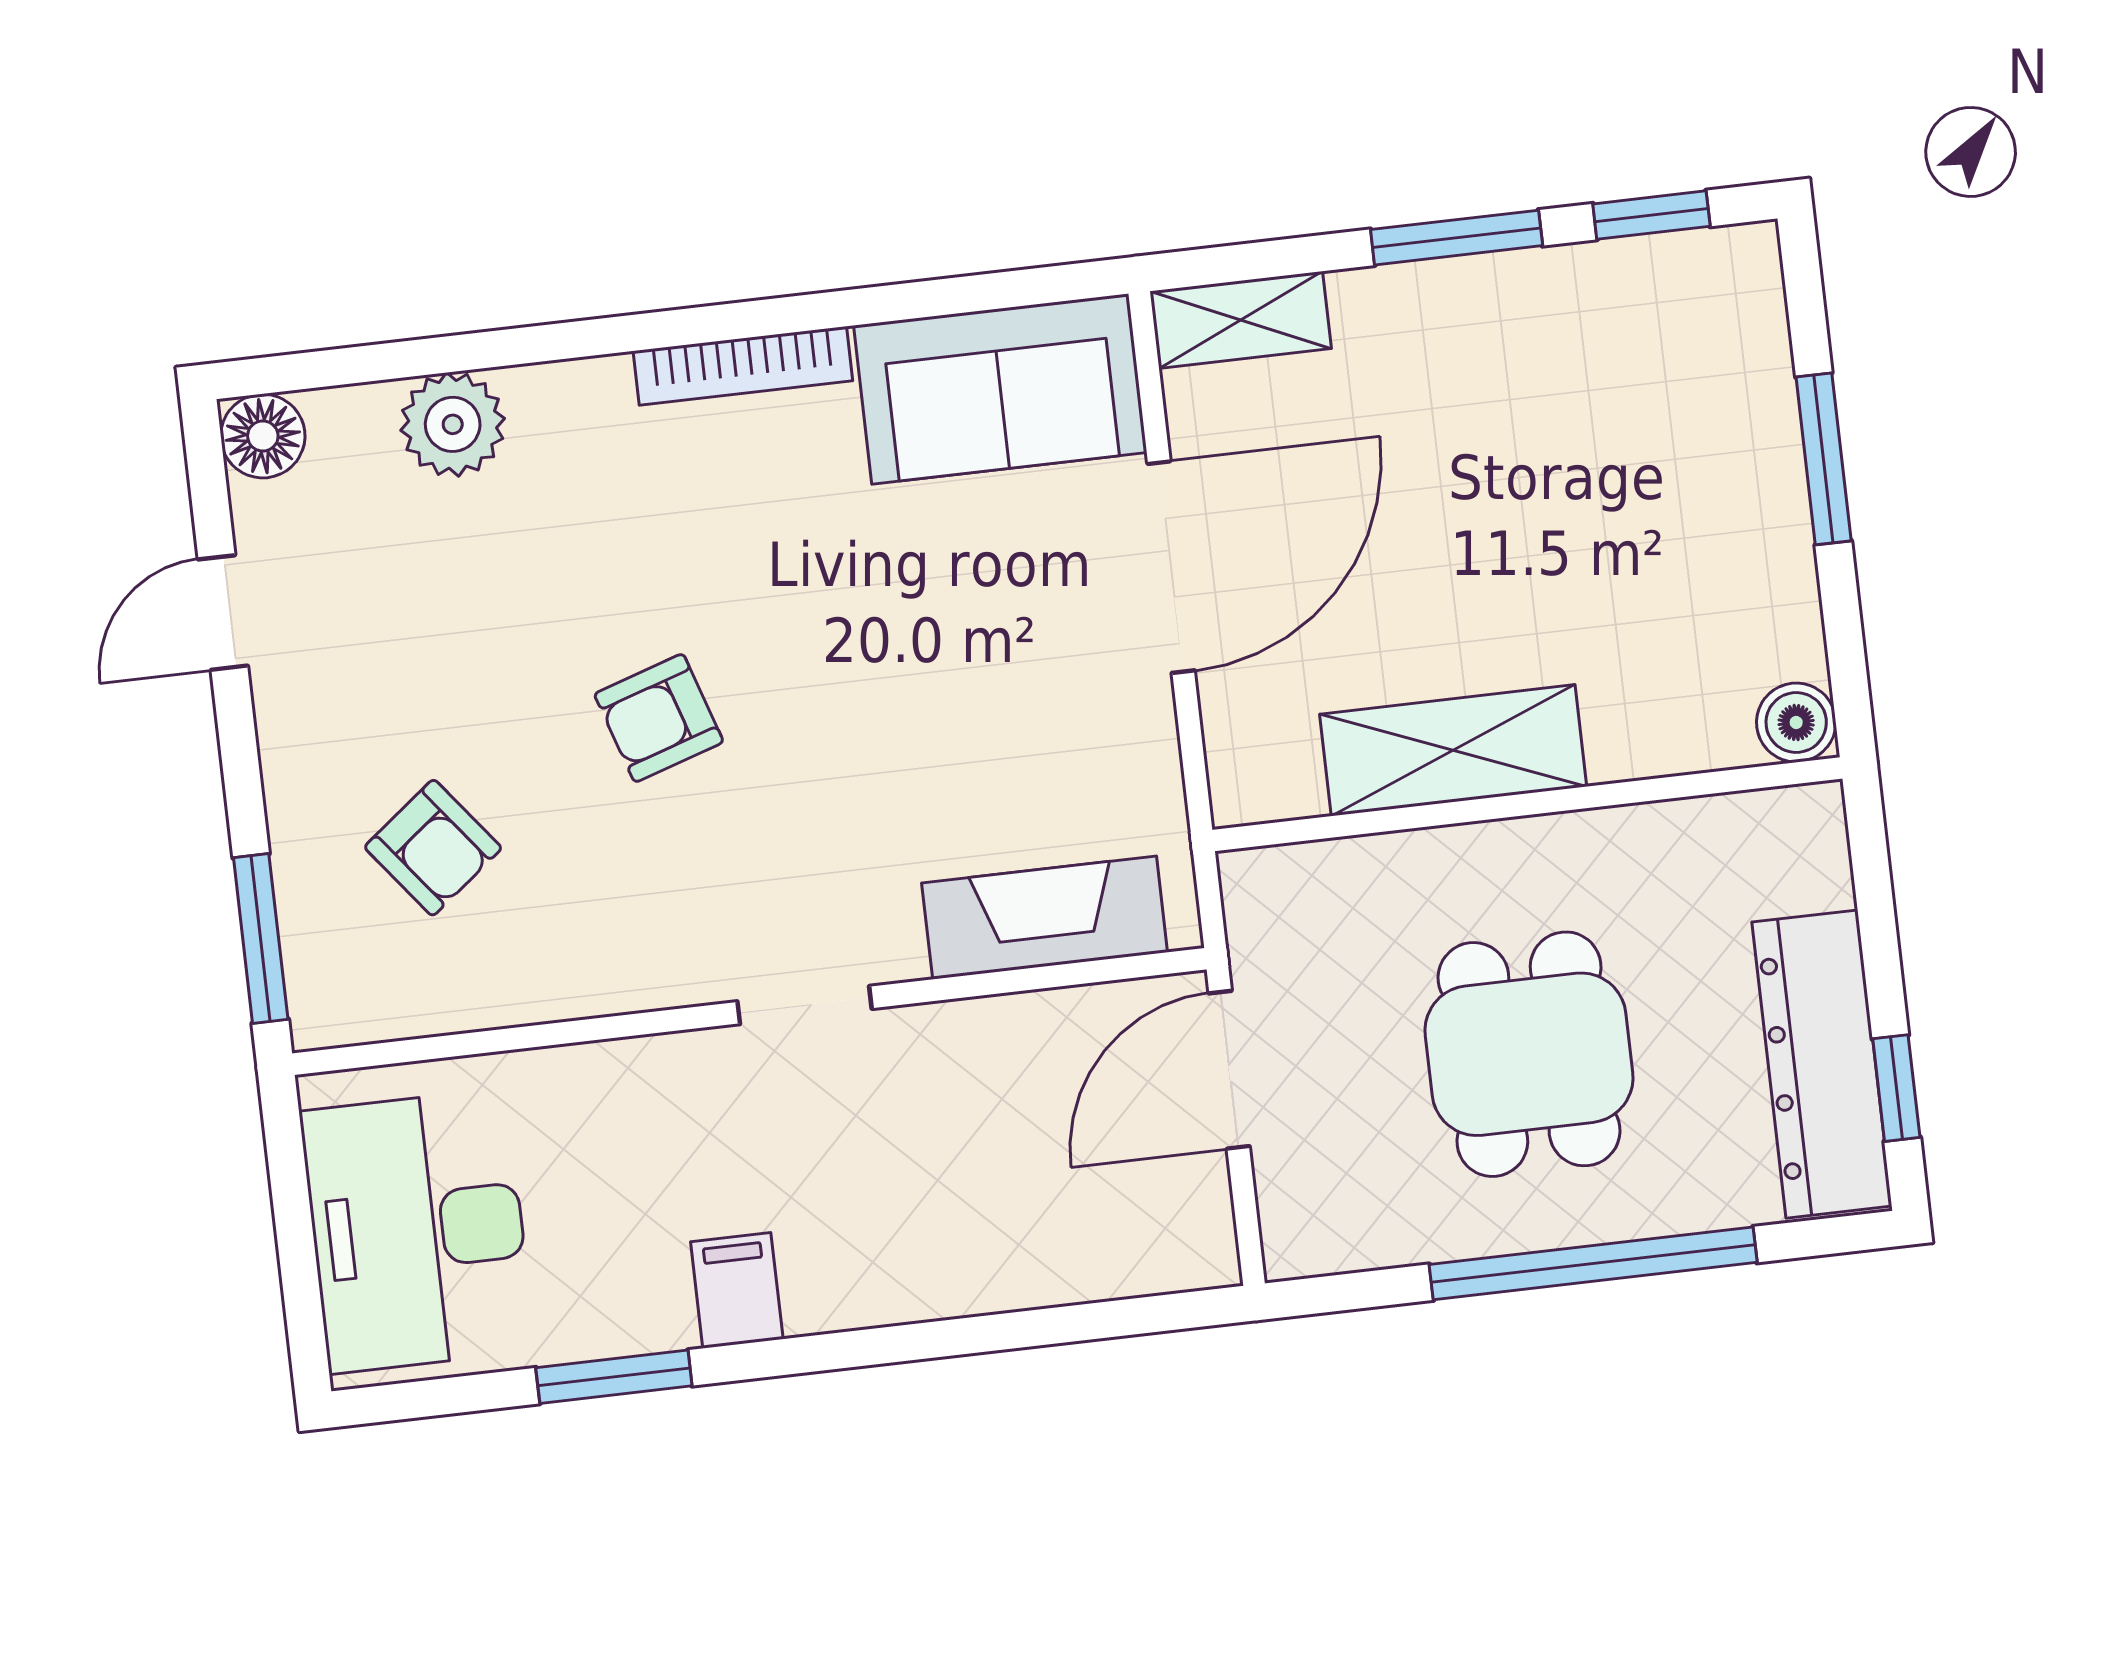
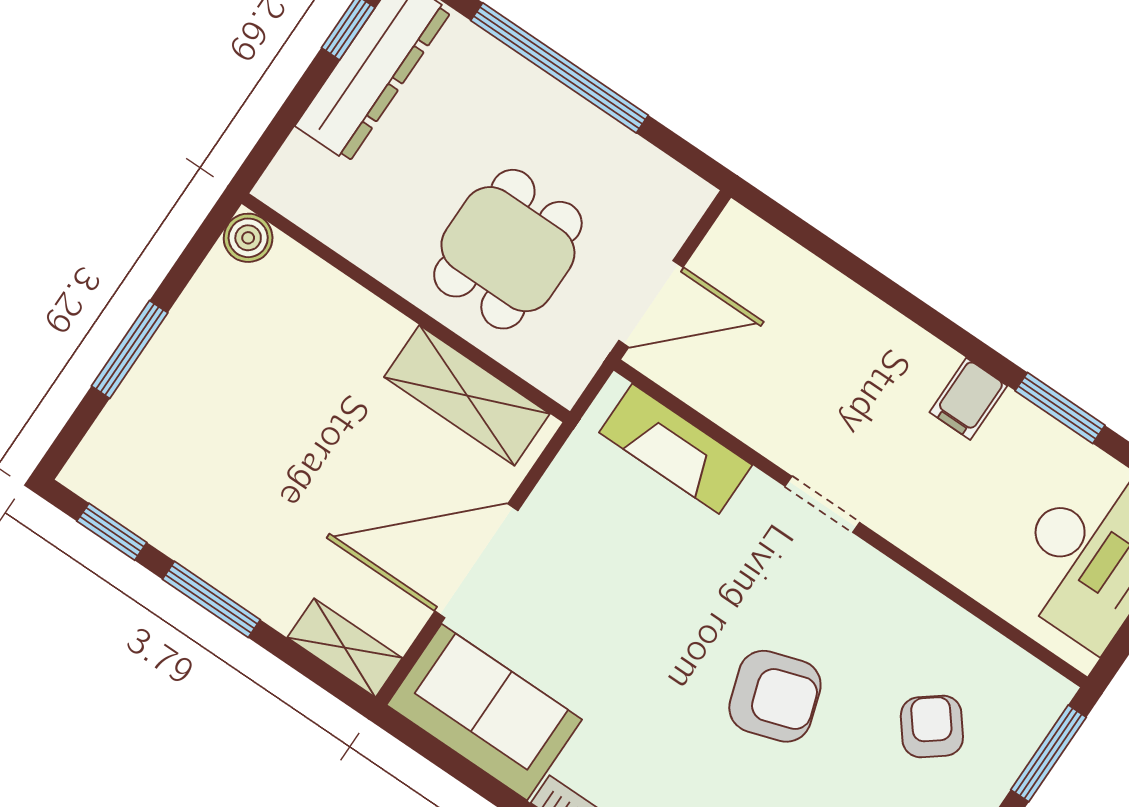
armchair: (659, 718) -> (775, 696), width x1.38, depth x1.38
shelving: (1453, 750) -> (467, 395), moved
dining table: (1529, 1054) -> (508, 249), moved

